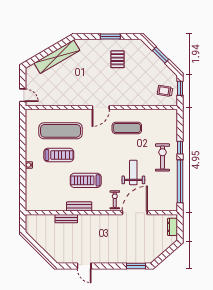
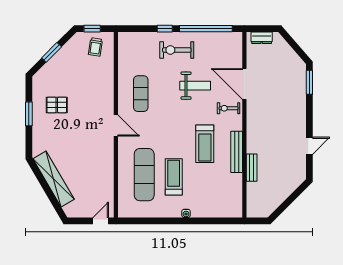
weight bench: (133, 172) -> (195, 86), turned 180
bench: (79, 206) -> (237, 152), width x1.36

